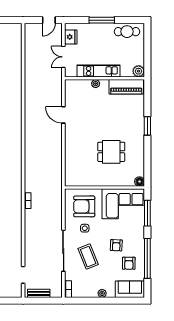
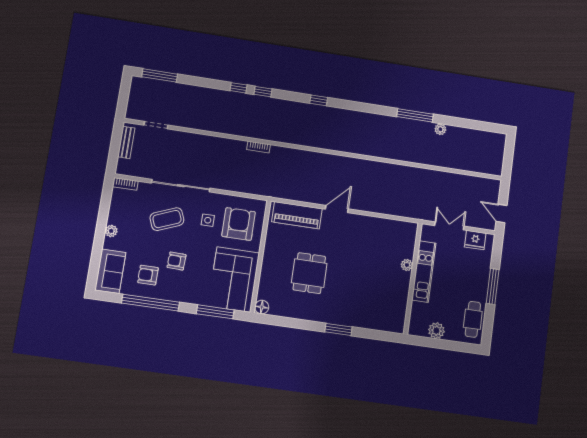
plant: (139, 71) -> (436, 331), moved
piano: (126, 87) -> (297, 215), moved, turned -90
door: (63, 115) -> (337, 209), moved

